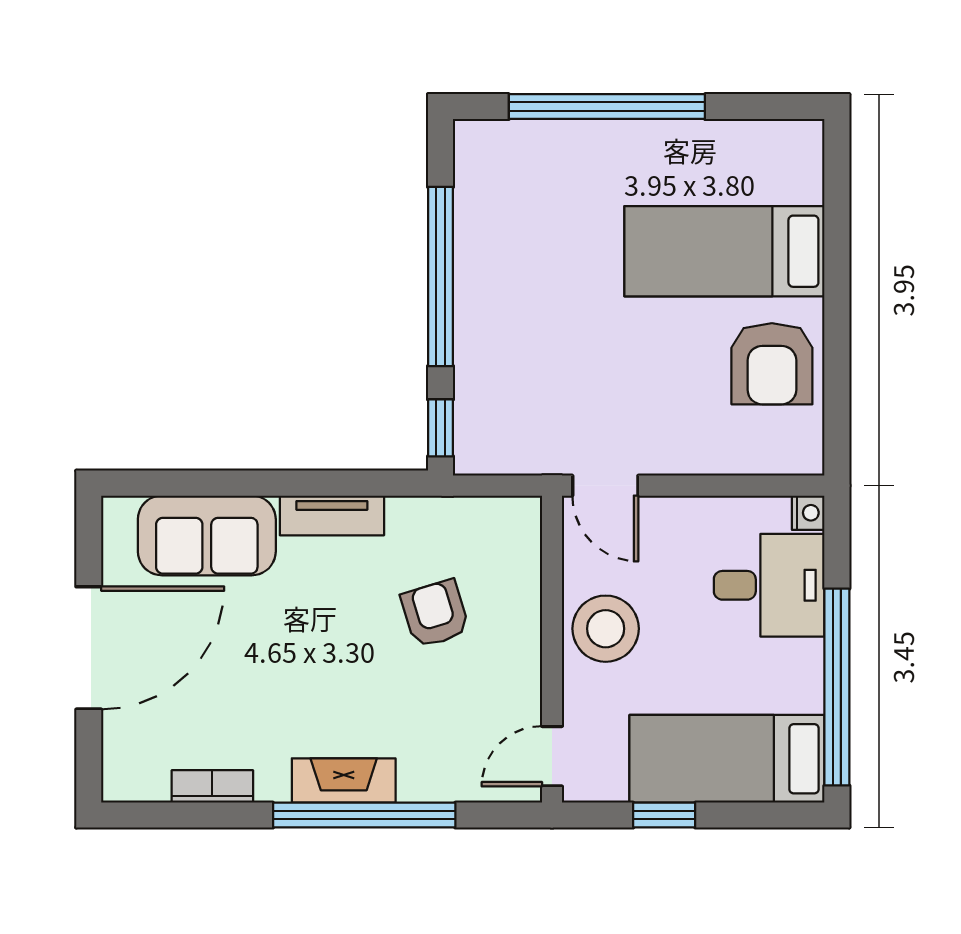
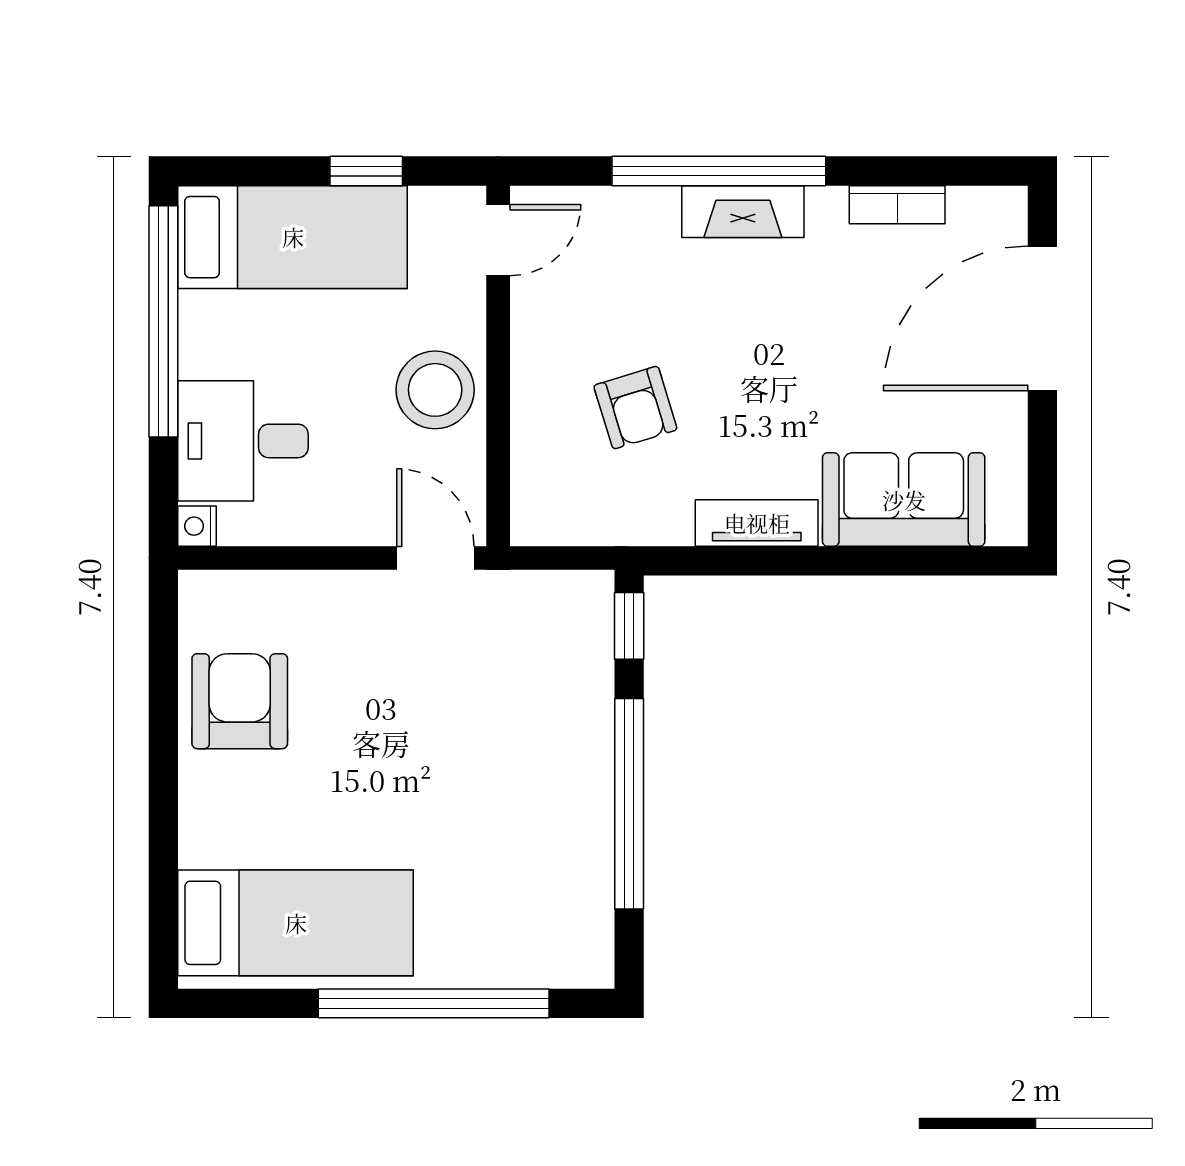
bed: (724, 251) -> (296, 923), moved
door: (89, 648) -> (1042, 318), moved

